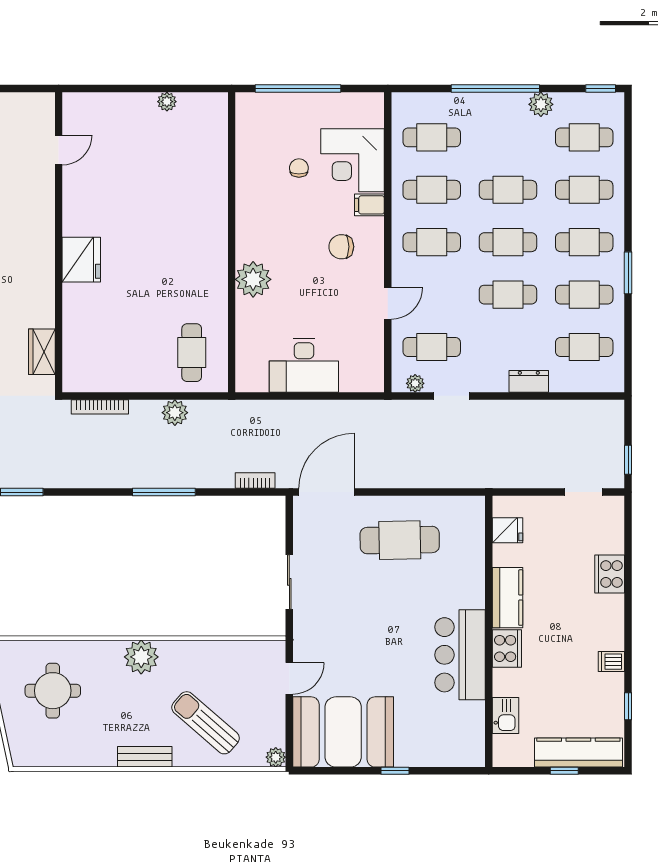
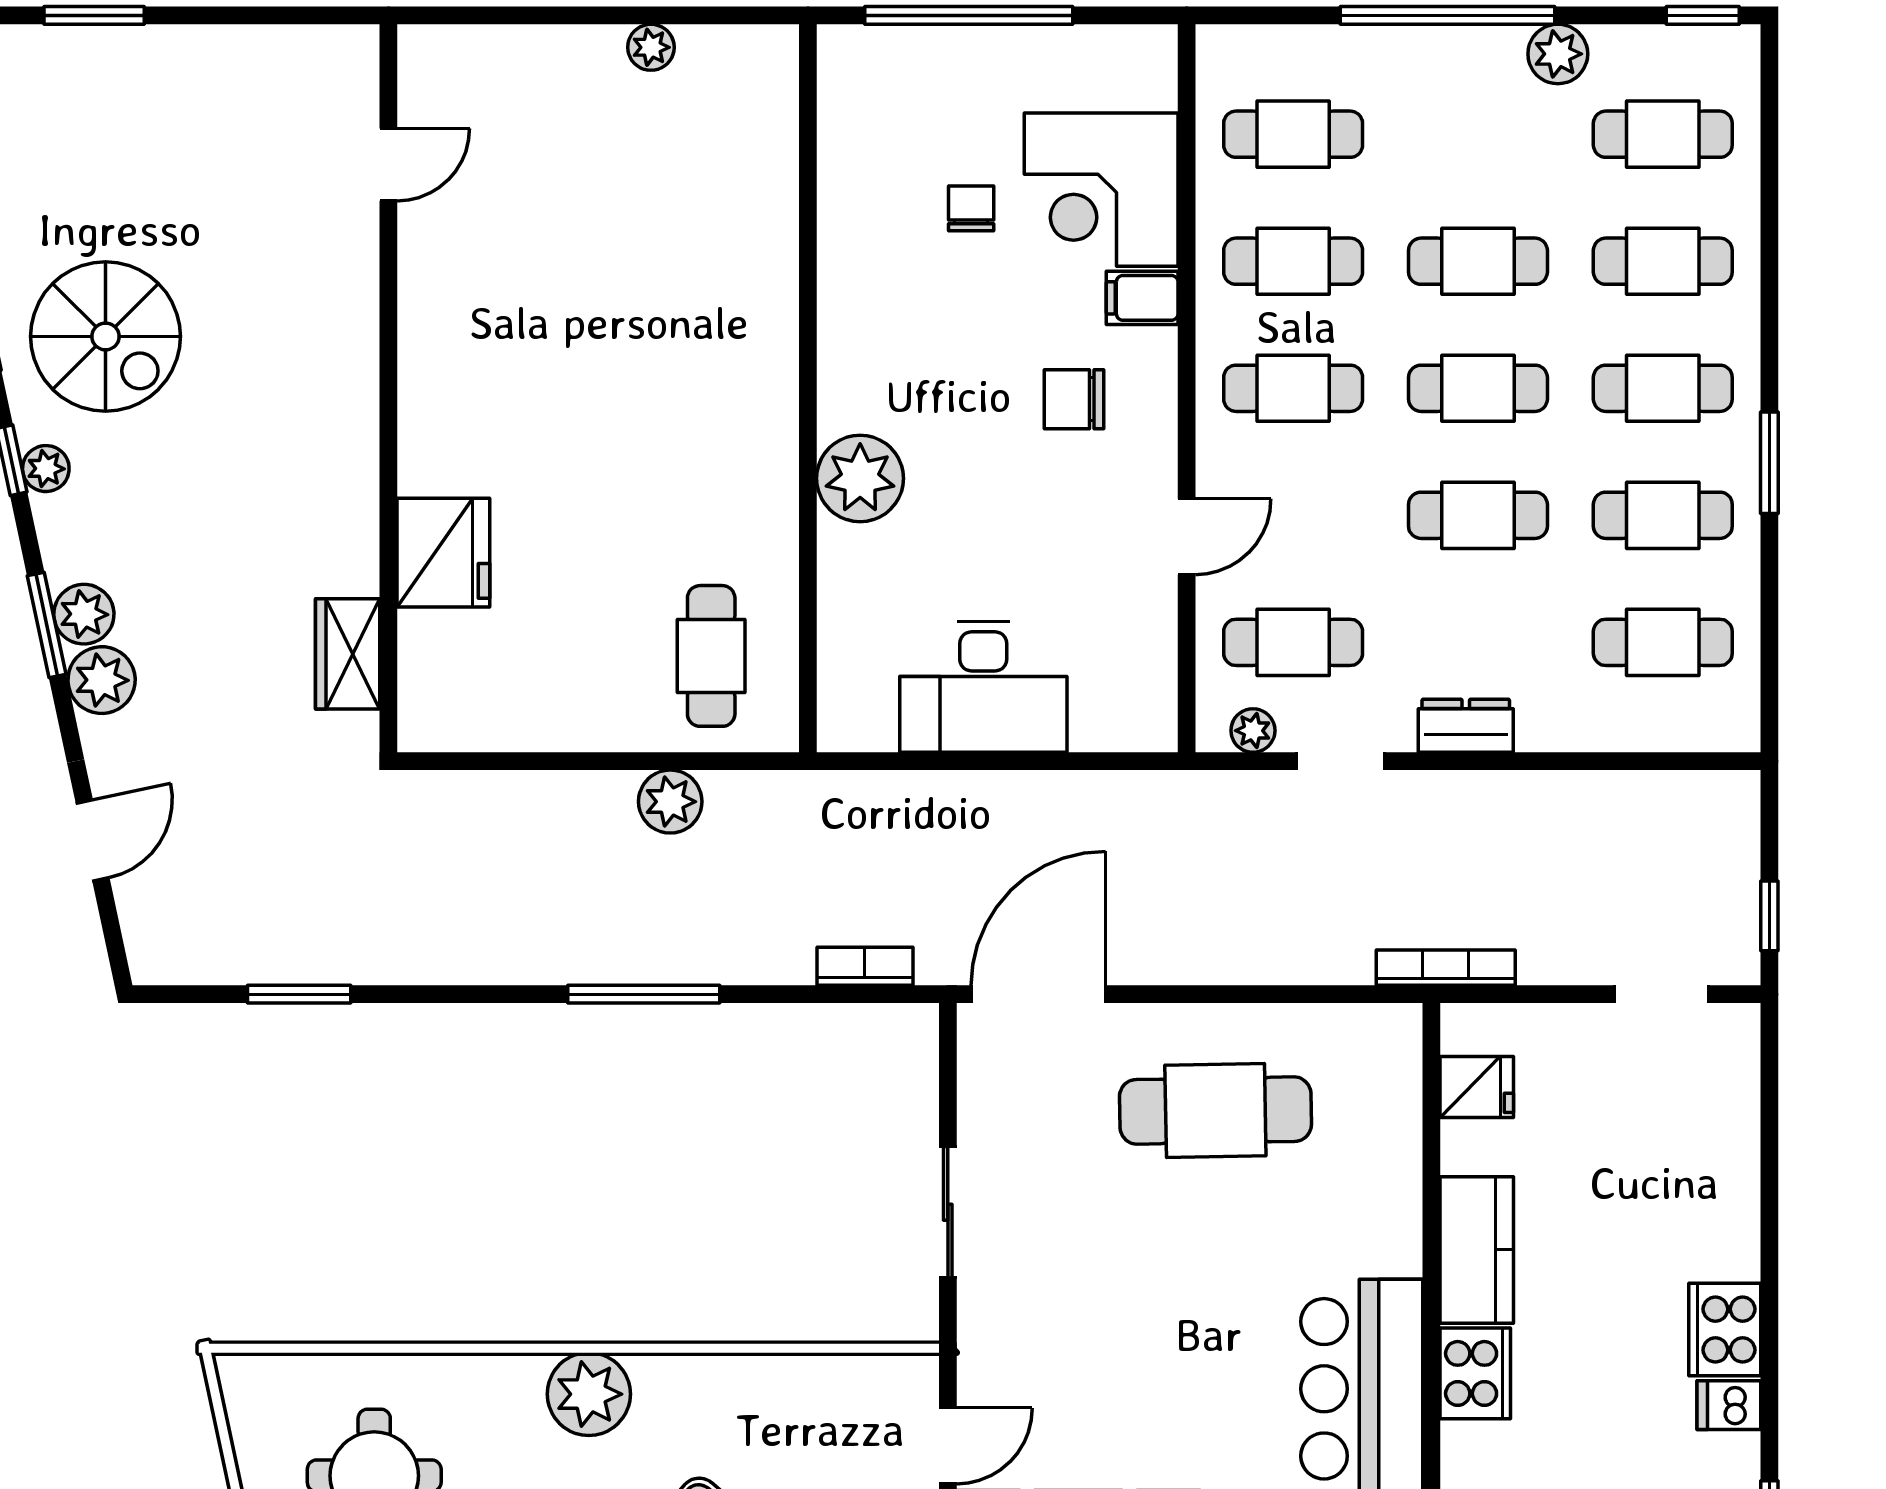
fridge: (81, 260) -> (443, 553), moved
dresser: (529, 381) -> (1466, 726), moved
bookcase: (100, 407) -> (1446, 968), moved, turned 180
cooker: (610, 574) -> (1725, 1330), moved

